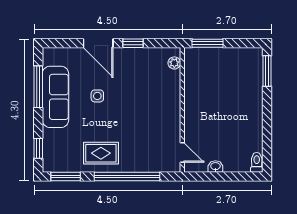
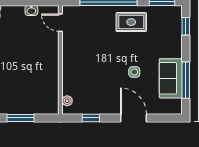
window: (133, 43) -> (91, 118), moved
window: (208, 43) -> (21, 118), moved
sofa: (55, 97) -> (171, 78), width x0.73

